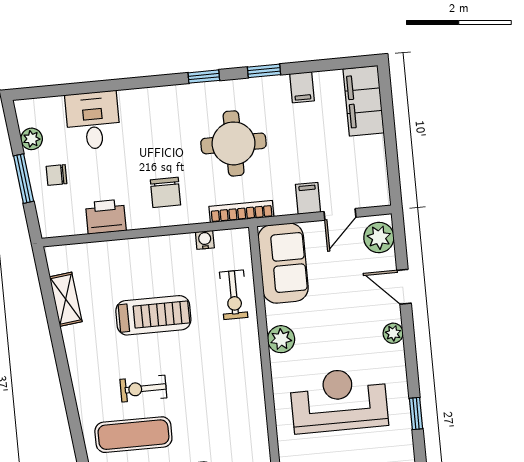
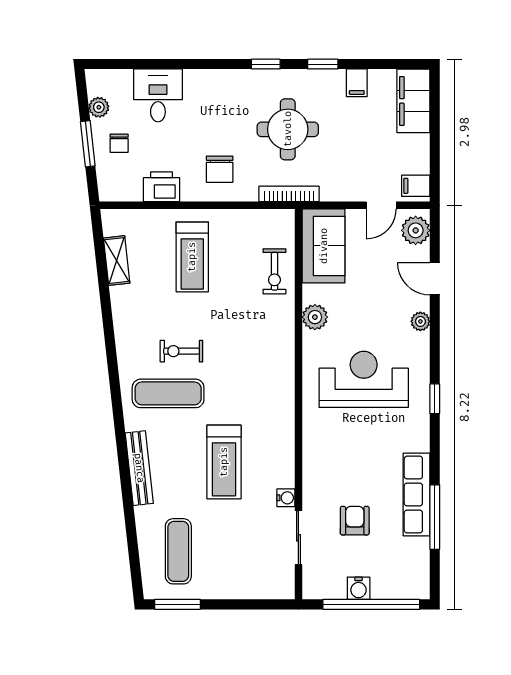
chair: (57, 175) -> (119, 143), turned -90
filing cabinet: (308, 198) -> (416, 186), moved, turned -90
water cooler: (205, 240) -> (252, 217), removed
treadmill: (153, 315) -> (192, 257), moved, turned 90

